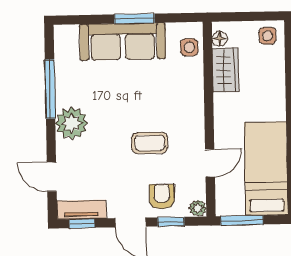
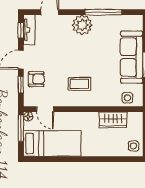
floor lamp: (220, 39) -> (28, 117), moved
coffee table: (150, 143) -> (79, 84), moved, turned 90
door: (210, 163) -> (45, 109), moved
plant: (198, 208) -> (29, 101), removed

